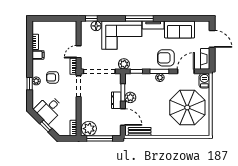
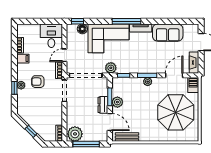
armchair: (166, 58) -> (154, 62), removed
desk: (49, 109) -> (51, 36), moved, turned 135

